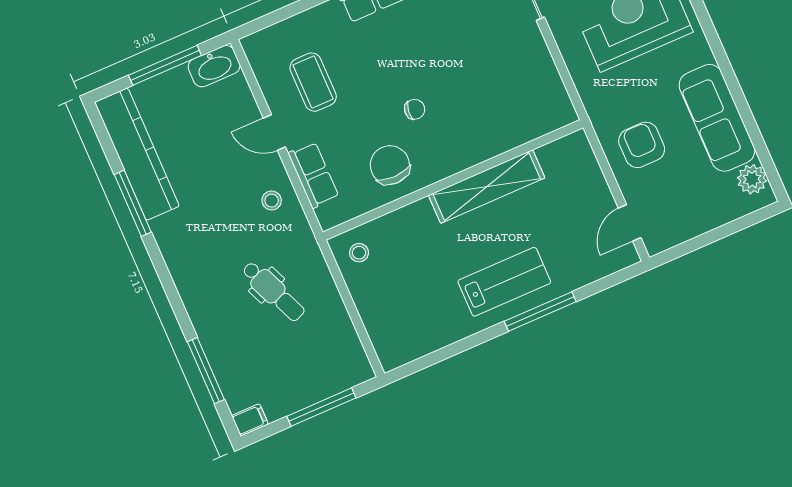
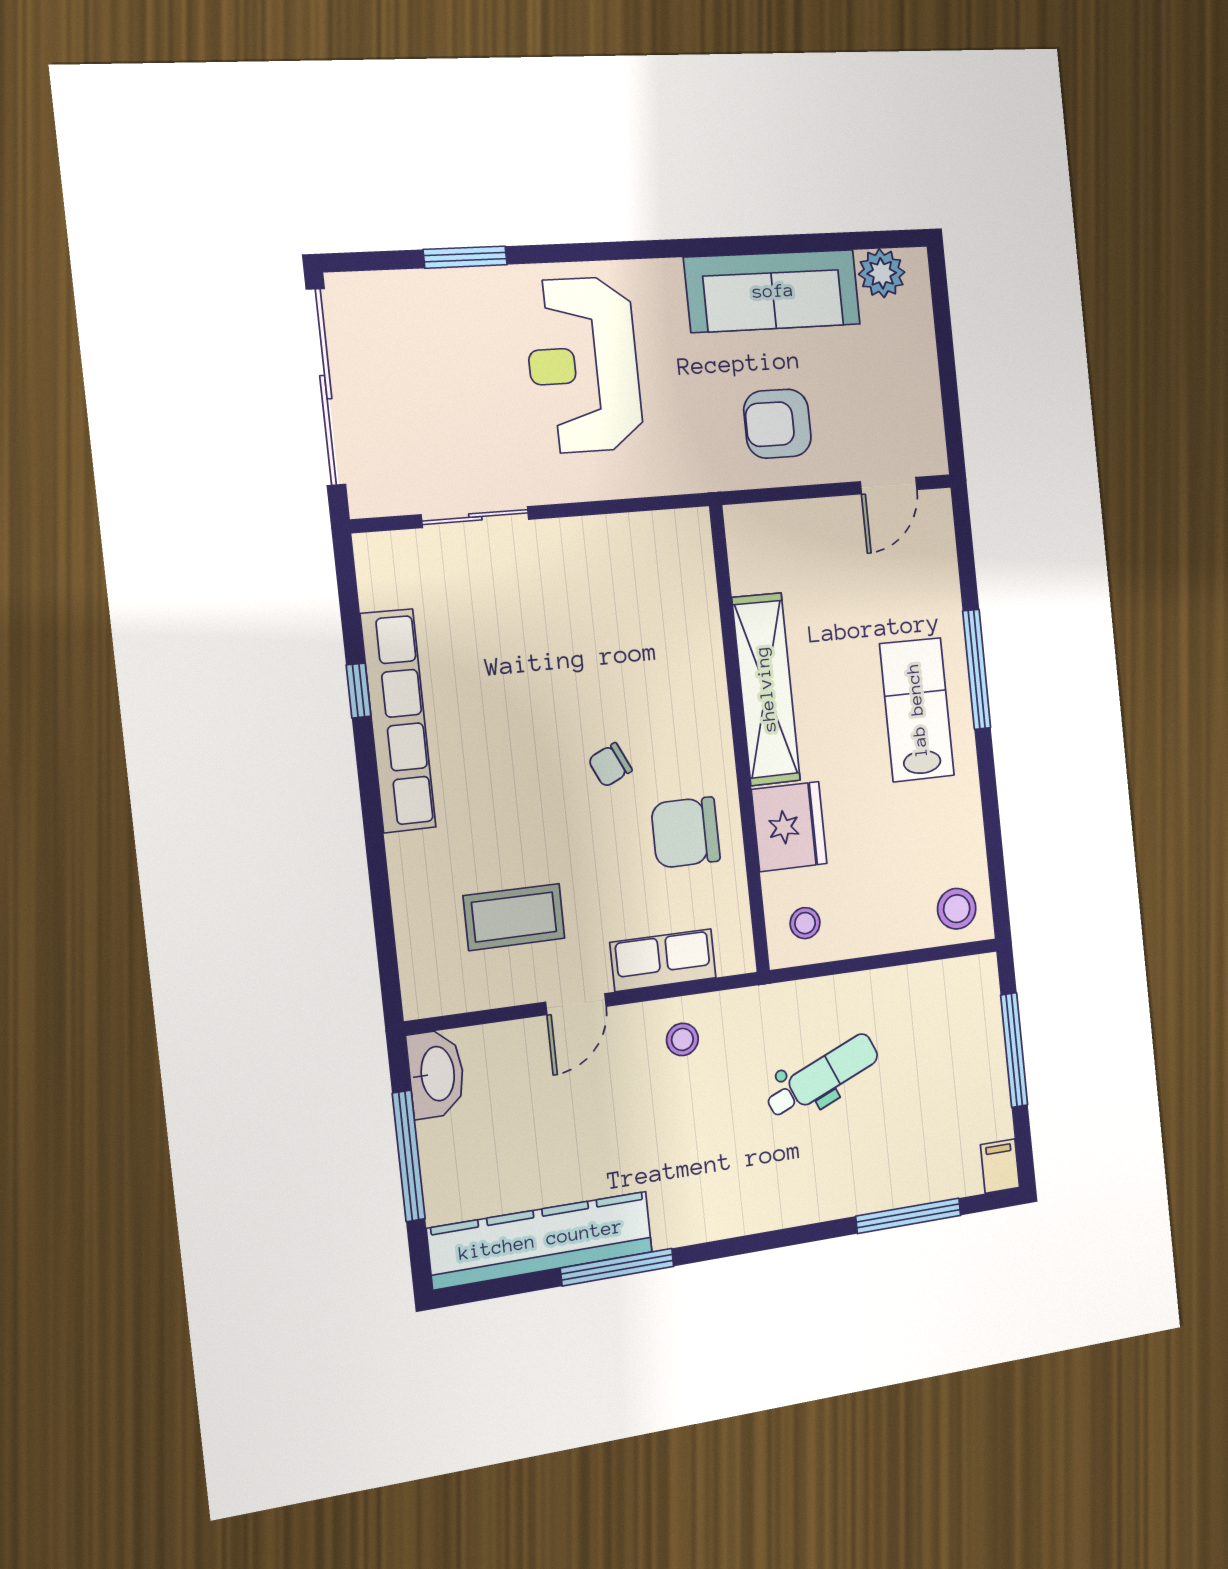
chair: (415, 109) -> (610, 765), turned -122
door: (630, 223) -> (889, 486), hinge flipped
fridge: (412, 225) -> (789, 827), added
stool: (395, 344) -> (957, 909), added

